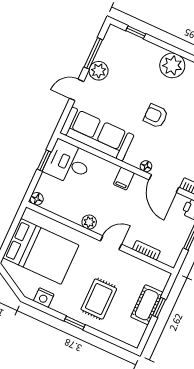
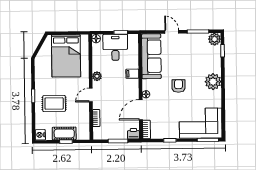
plant: (99, 71) -> (215, 39), moved
desk: (68, 163) -> (115, 47), moved
filing cabinet: (124, 179) -> (132, 74), moved
door: (111, 243) -> (91, 95), swing flipped
nightstand: (44, 298) -> (40, 135), moved

